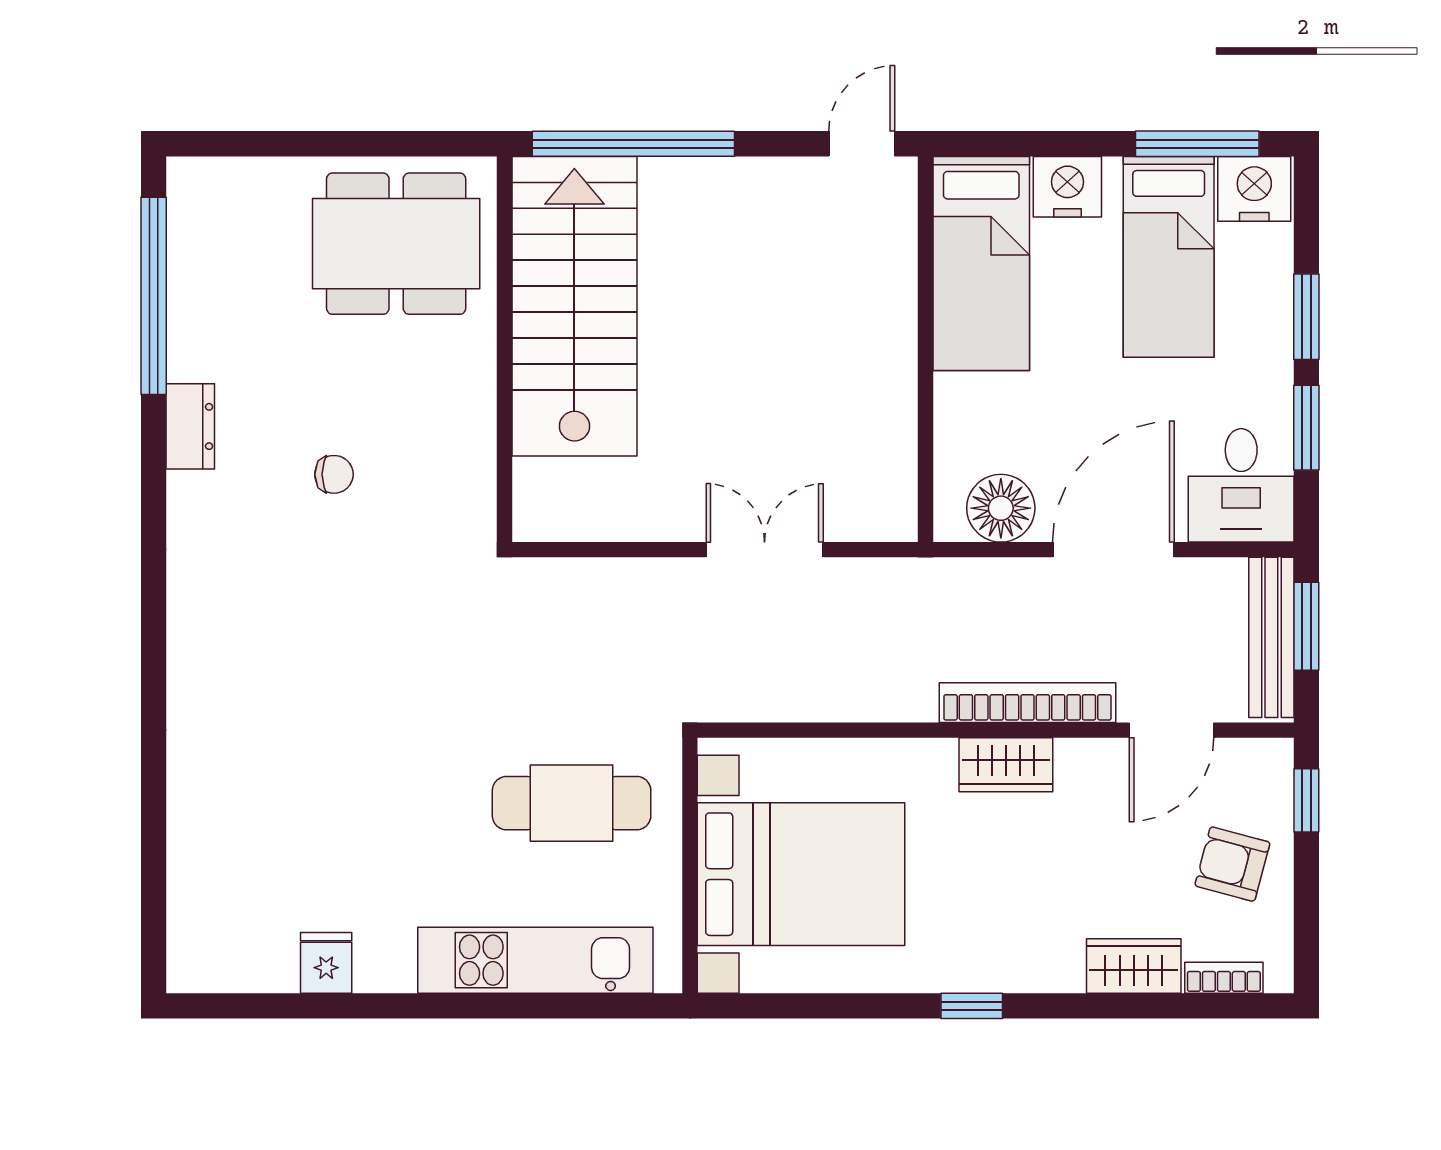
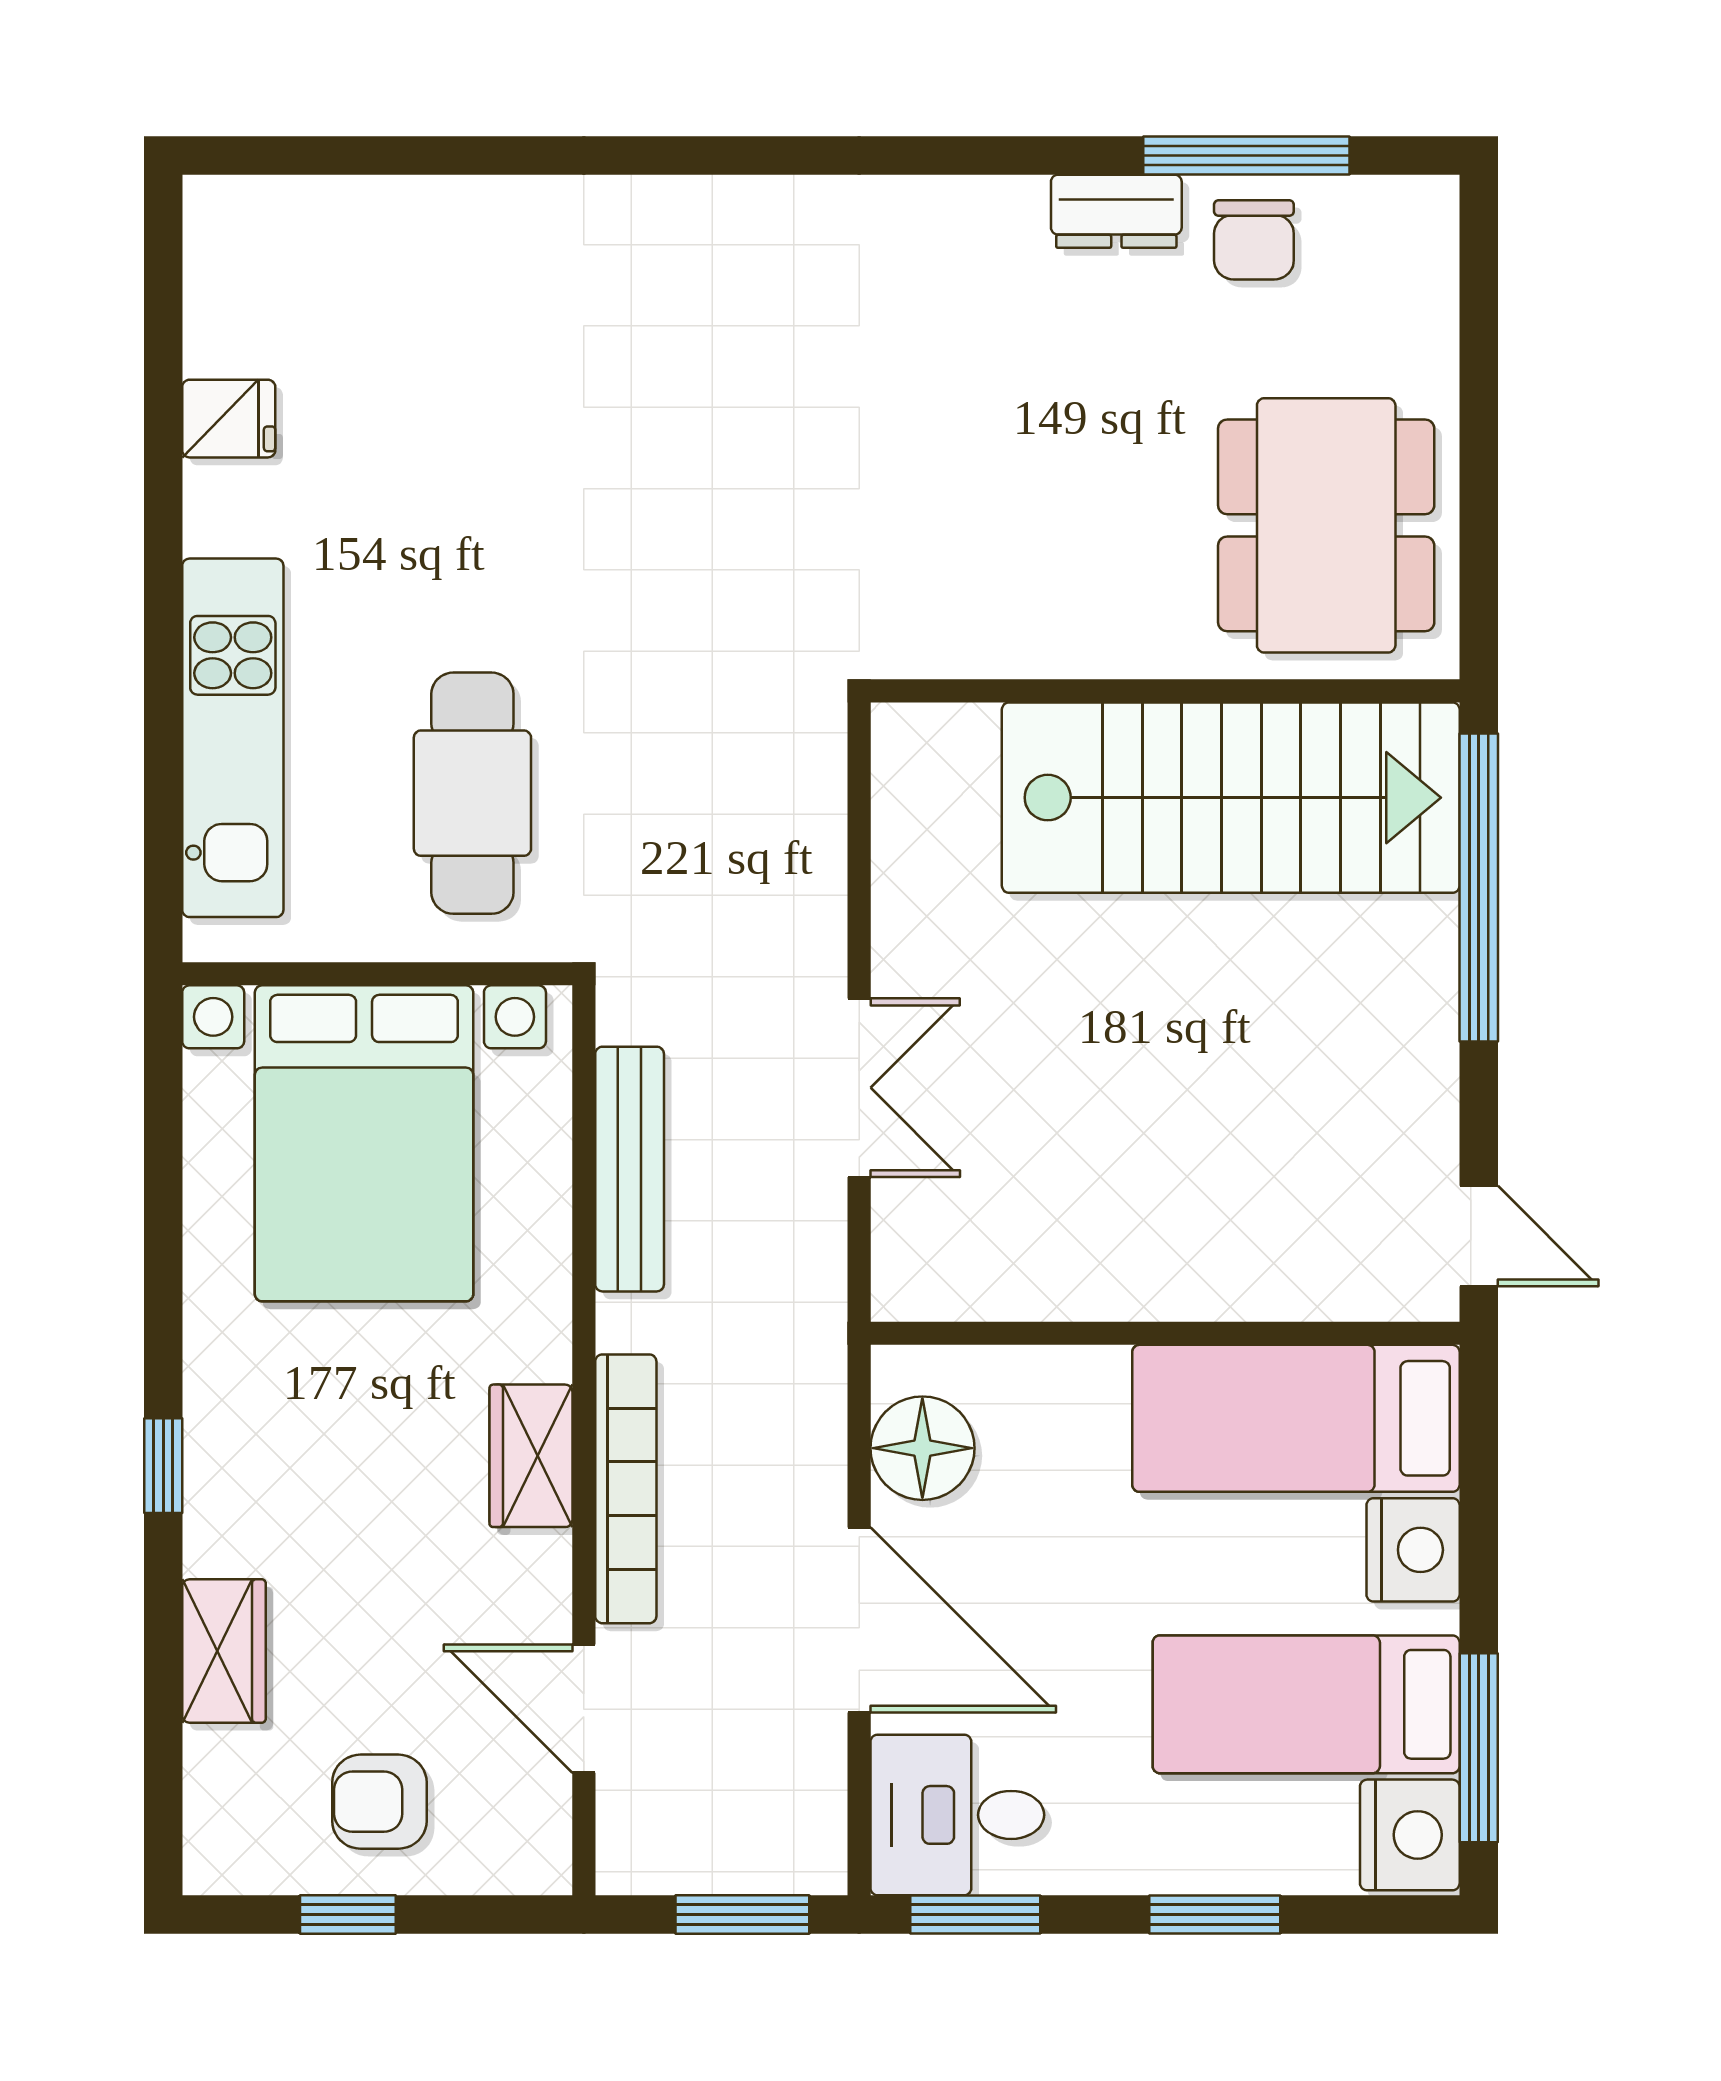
window: (154, 296) -> (1246, 155), width x0.68
dresser: (190, 426) -> (1116, 211), moved
window: (1306, 428) -> (975, 1915), moved
chair: (334, 474) -> (1254, 240), moved, width x1.37, depth x1.37
bench: (1271, 637) -> (630, 1169), moved, turned 90
window: (1306, 800) -> (348, 1915), moved
armchair: (1232, 864) -> (379, 1802), turned -105
bookcase: (1224, 978) -> (206, 1788), removed
window: (972, 1006) -> (163, 1466), moved

